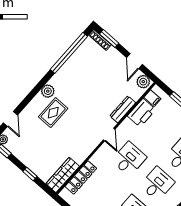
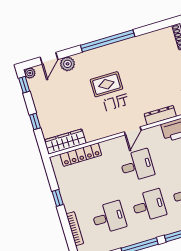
window: (69, 53) -> (108, 41), moved
plant: (48, 91) -> (68, 64), moved
rug: (53, 113) -> (106, 84), moved

